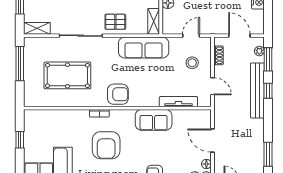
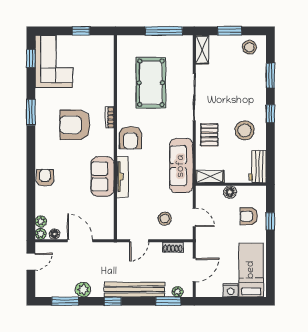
window: (268, 91) -> (113, 301), moved
tv unit: (178, 102) -> (122, 177), moved
plant: (257, 138) -> (83, 290), added
door: (212, 141) -> (80, 241), hinge flipped

